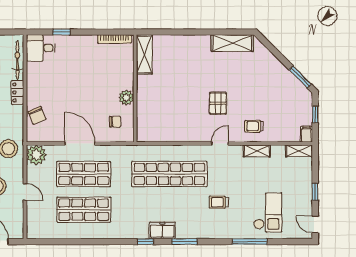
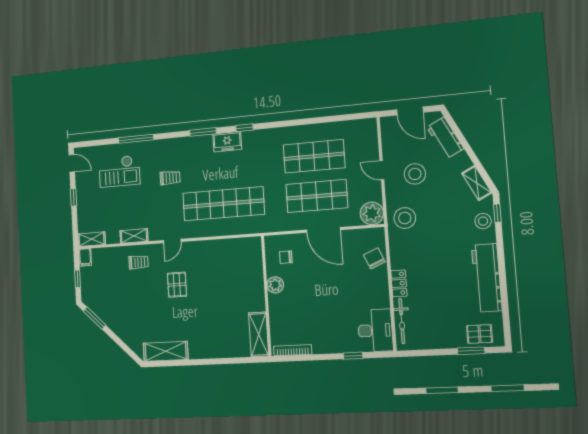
desk: (41, 48) -> (375, 330), width x1.37
checkout: (268, 213) -> (119, 171), turned -90

